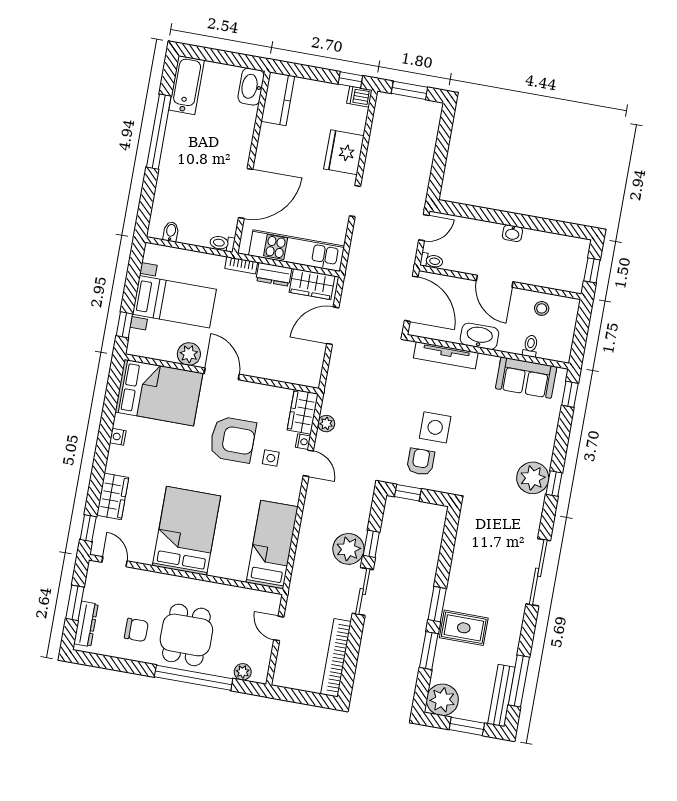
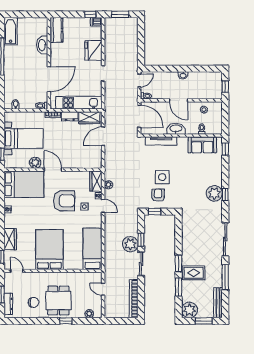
washbasin: (251, 87) -> (42, 45), moved
window: (194, 678) -> (66, 321), width x0.32
window: (519, 681) -> (225, 277), moved

